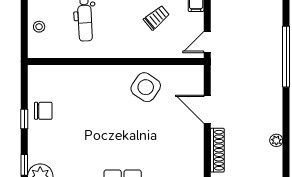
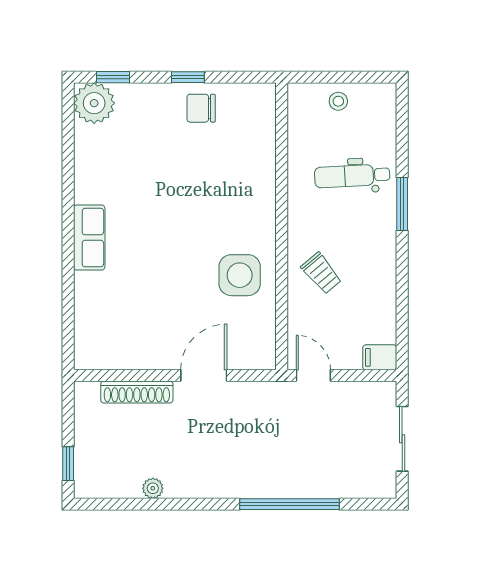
trolley: (157, 18) -> (321, 273), moved
side table: (146, 87) -> (240, 275), turned -34
chair: (43, 111) -> (201, 108), turned 90

